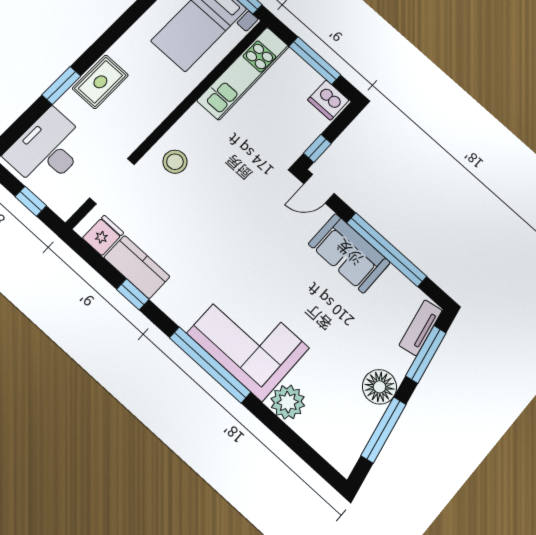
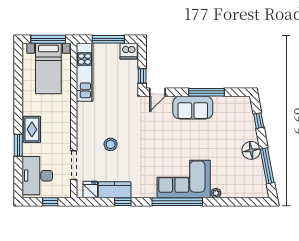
stool: (175, 162) -> (111, 144), moved
window: (387, 250) -> (207, 92), width x0.68
tv unit: (421, 328) -> (247, 112), removed
window: (426, 354) -> (259, 121), width x0.46
plant: (288, 402) -> (216, 193), width x0.53, depth x0.53

